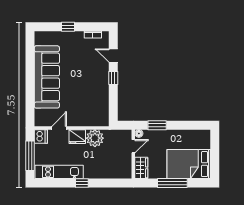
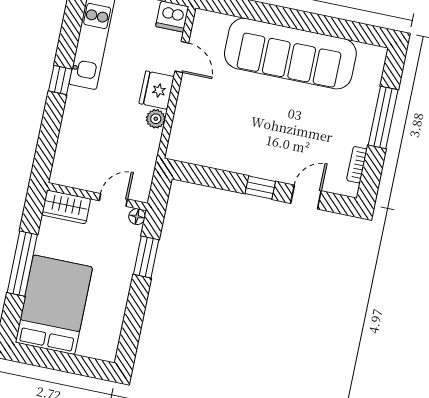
window: (68, 27) -> (383, 117), width x2.17
plant: (95, 138) -> (156, 119), width x0.53, depth x0.53
door: (133, 146) -> (113, 200), swing flipped

